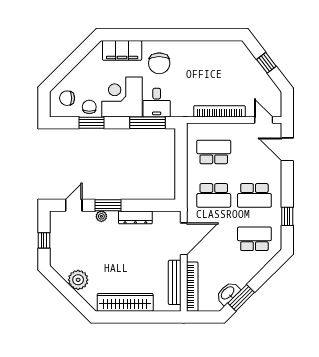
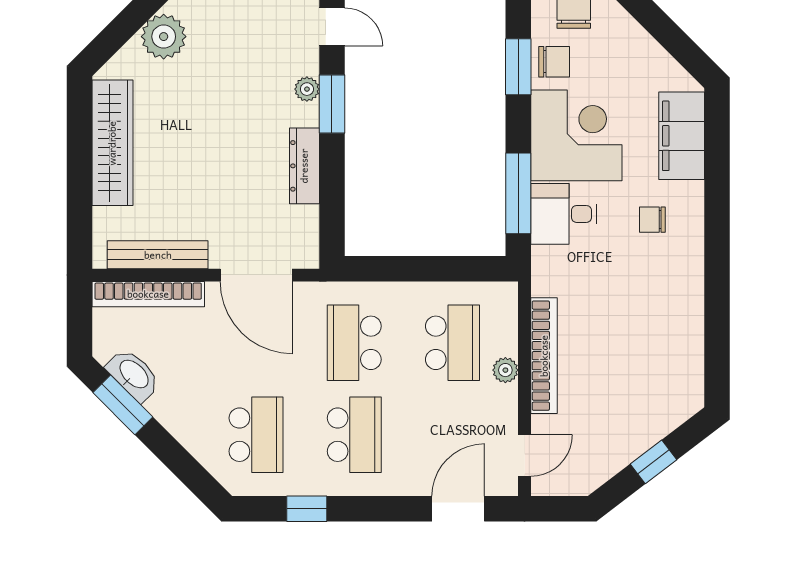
chair: (159, 63) -> (652, 220), width x0.54, depth x0.54
plant: (226, 128) -> (505, 370), added
school desk: (254, 195) -> (354, 435), turned 180

